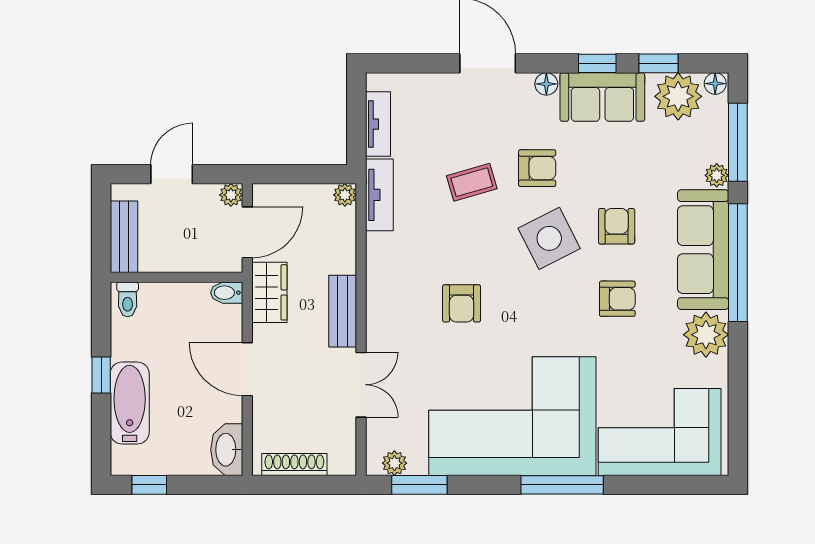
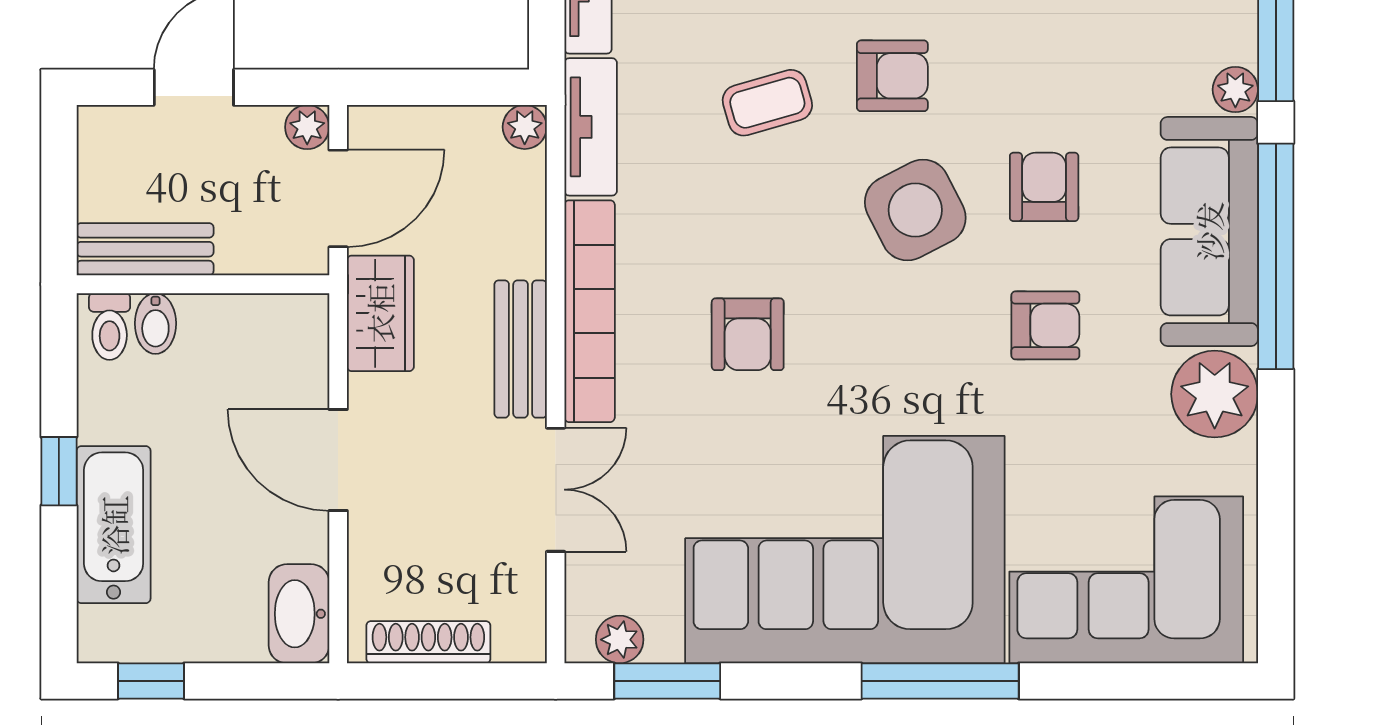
bench: (124, 237) -> (145, 249), moved, turned 90
bookcase: (379, 291) -> (590, 311), added
bidet: (227, 293) -> (155, 323), moved, turned -90

